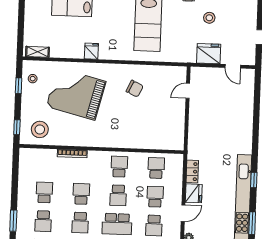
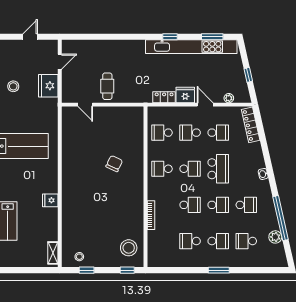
chair: (135, 89) -> (114, 164), moved
grand piano: (76, 94) -> (93, 214), removed
cafe table: (206, 114) -> (107, 86), added
school desk: (81, 194) -> (190, 205), turned 180

